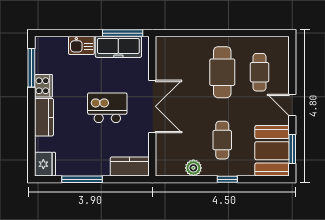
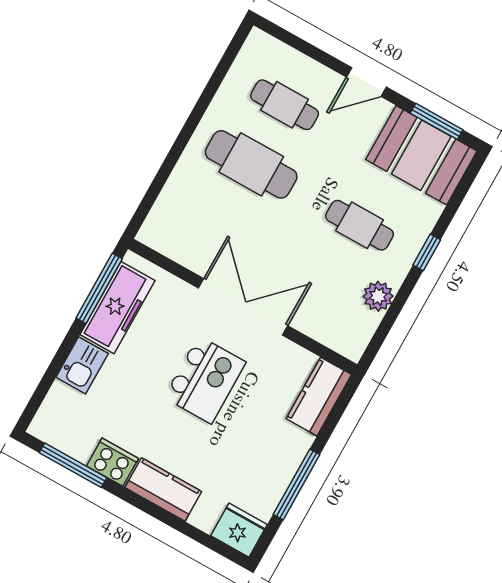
kitchen island: (107, 108) -> (205, 380), turned 180

